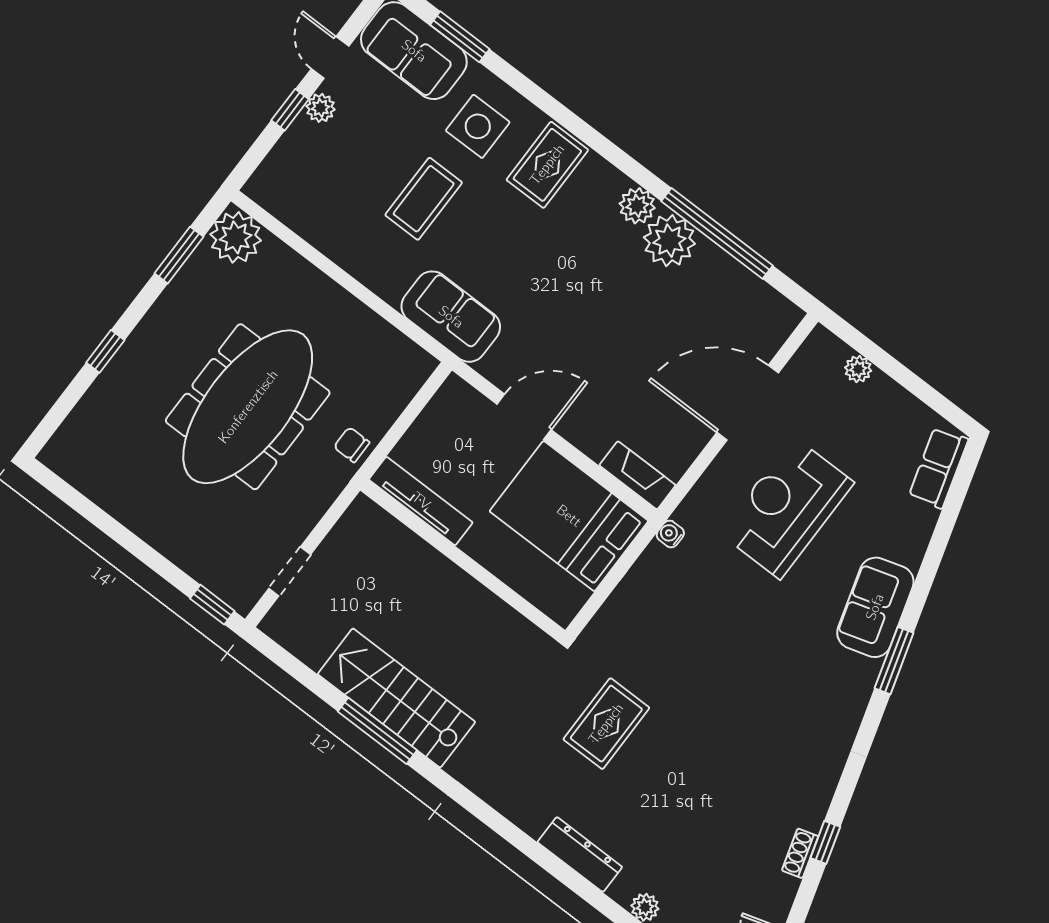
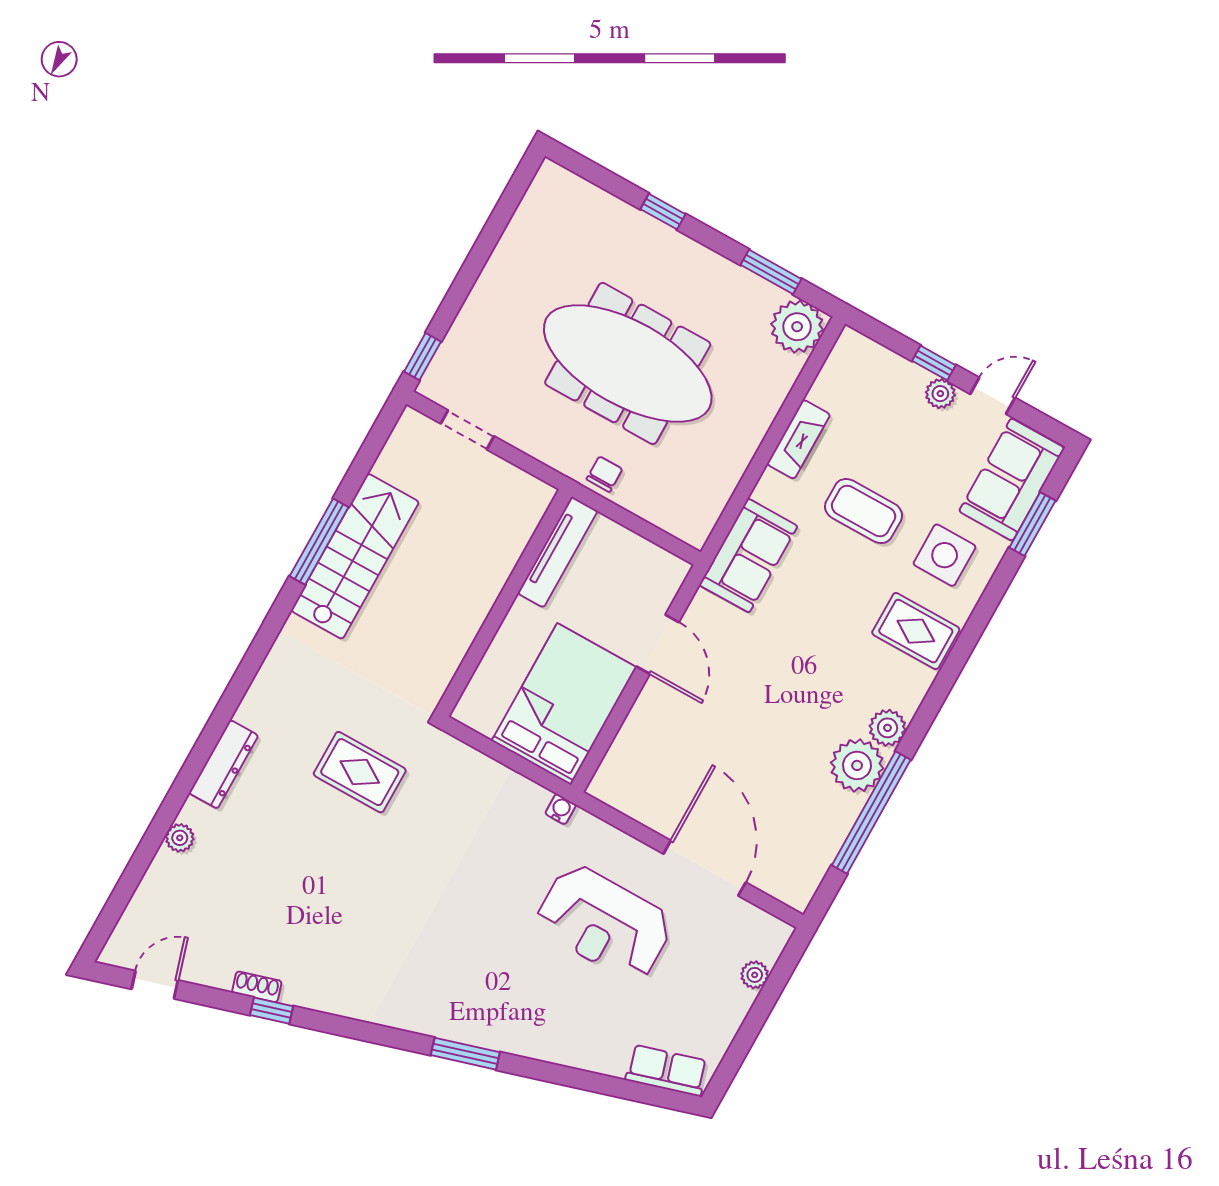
fireplace: (637, 475) -> (799, 439), moved
reception desk: (787, 508) -> (604, 923), turned 180
sofa: (875, 607) -> (516, 1027), removed

